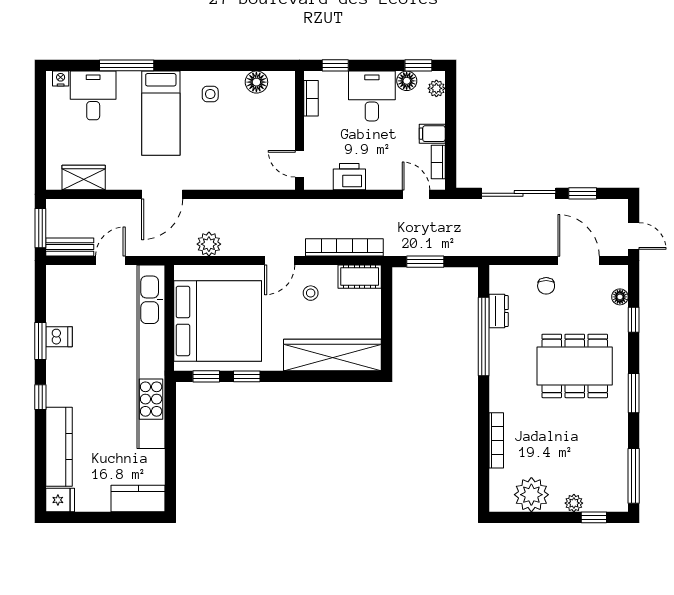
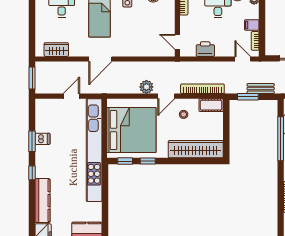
plant: (209, 244) -> (146, 87), moved
bench: (70, 247) -> (261, 89), moved

